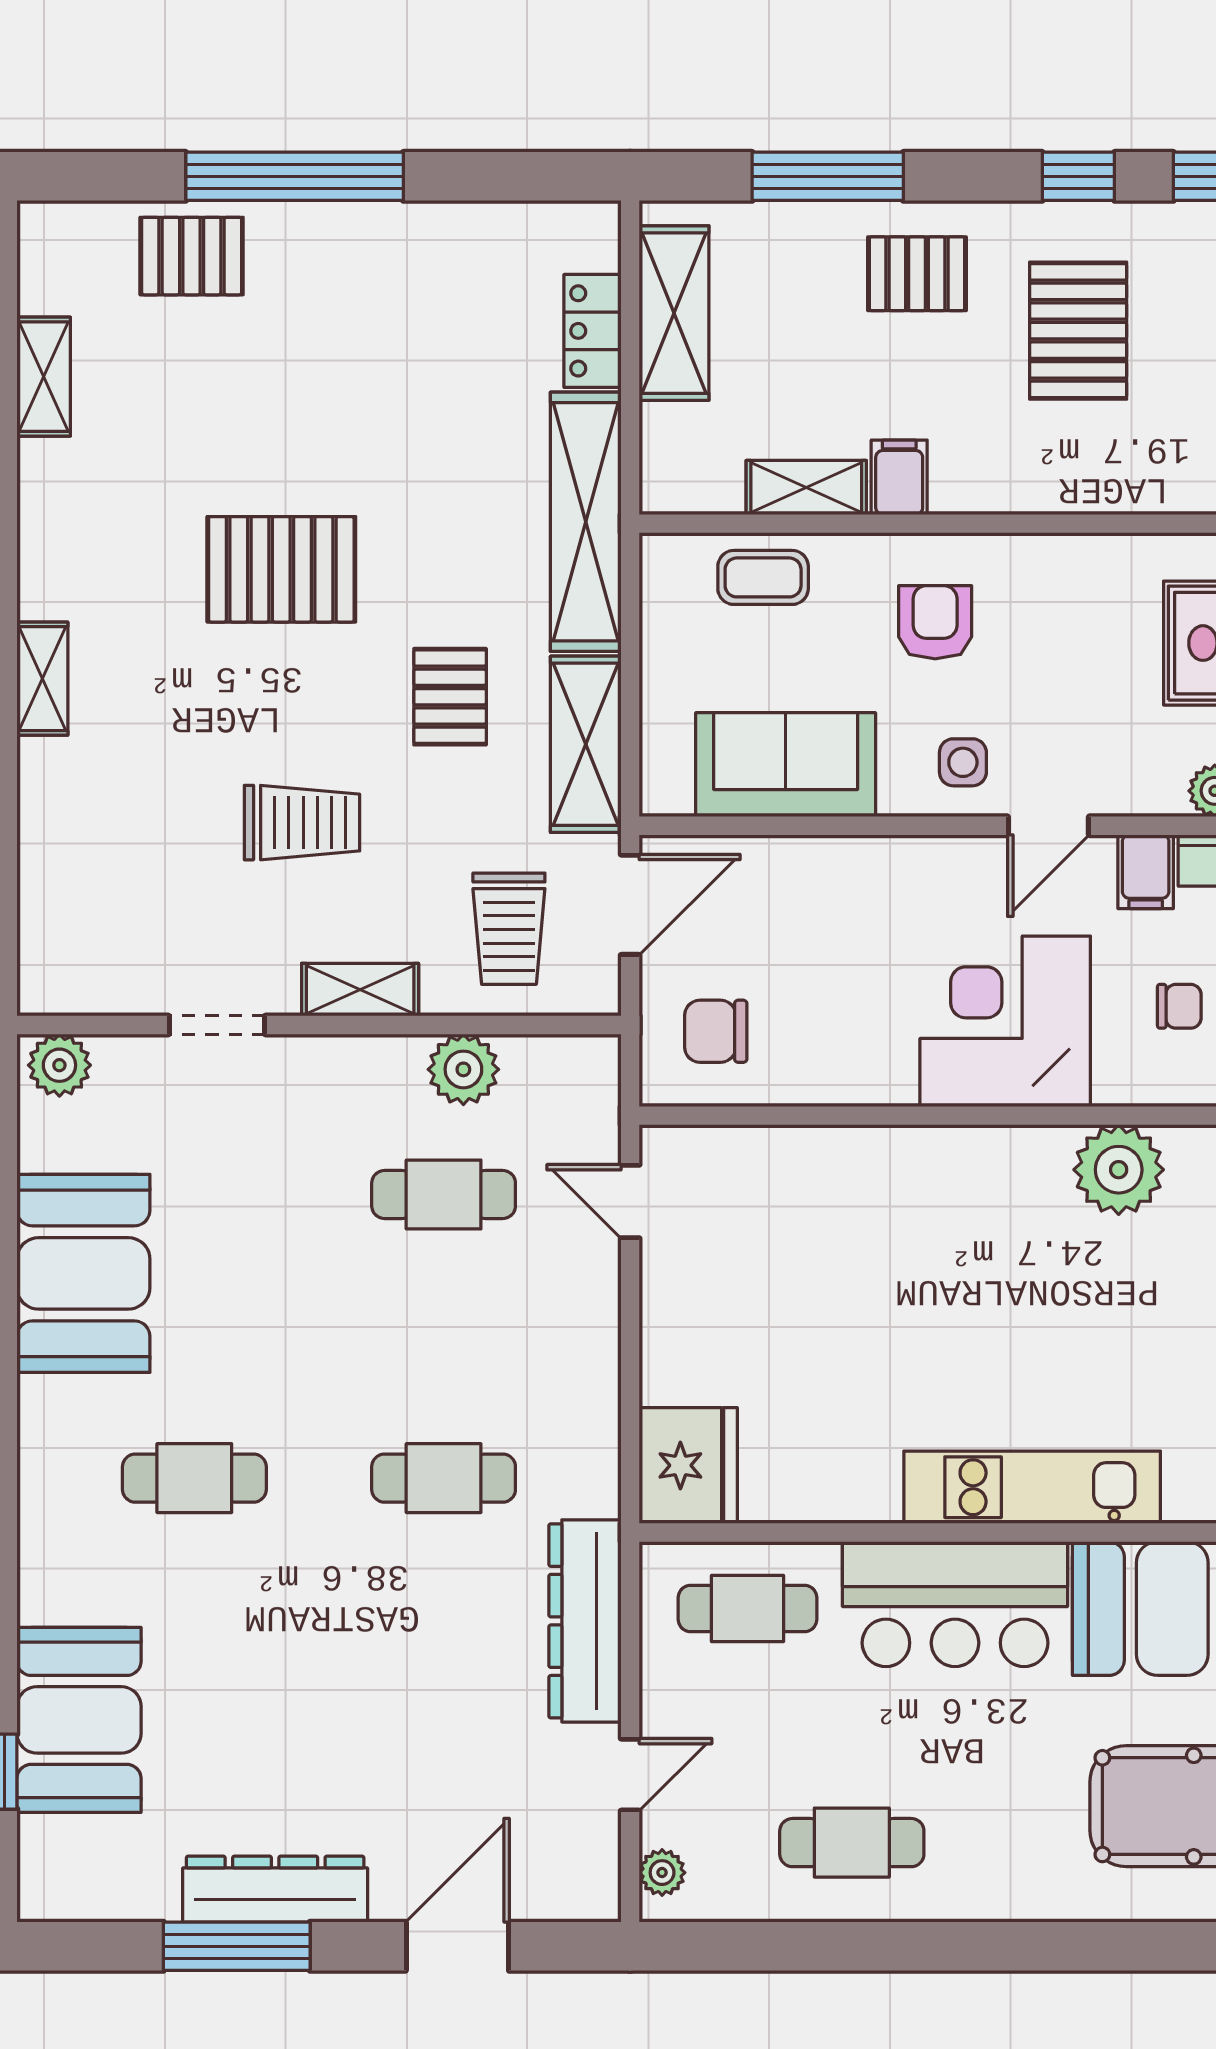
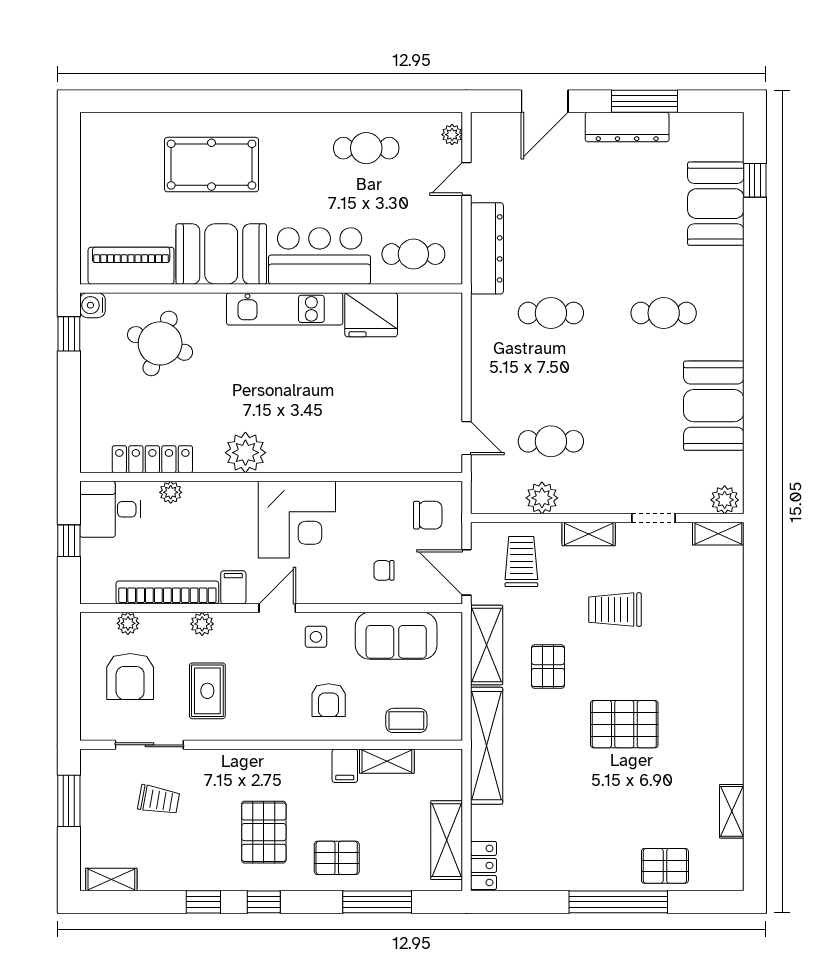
locker: (592, 331) -> (484, 865), moved
shelving: (42, 679) -> (718, 534), moved, turned 90
door: (630, 905) -> (467, 572), hinge flipped
chair: (1179, 1006) -> (384, 570), moved
fridge: (688, 1465) -> (371, 315), moved, turned -90

